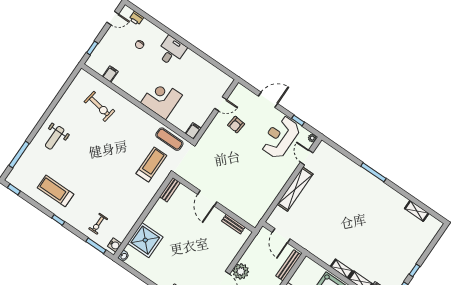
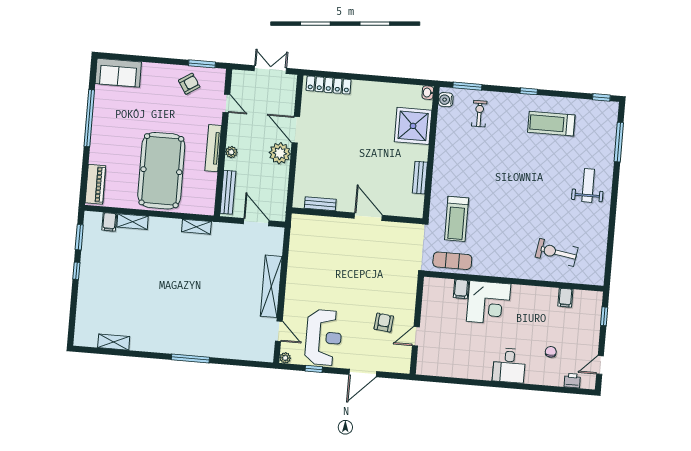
filing cabinet: (193, 131) -> (461, 289), moved
bench: (170, 190) -> (420, 178), moved
treadmill: (56, 191) -> (551, 124), turned 180
shelving: (342, 269) -> (196, 227), moved

